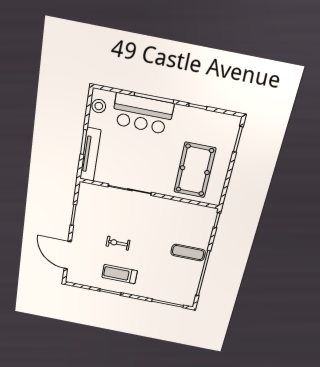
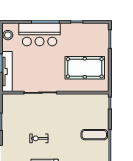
pool table: (195, 170) -> (85, 68), turned 90

